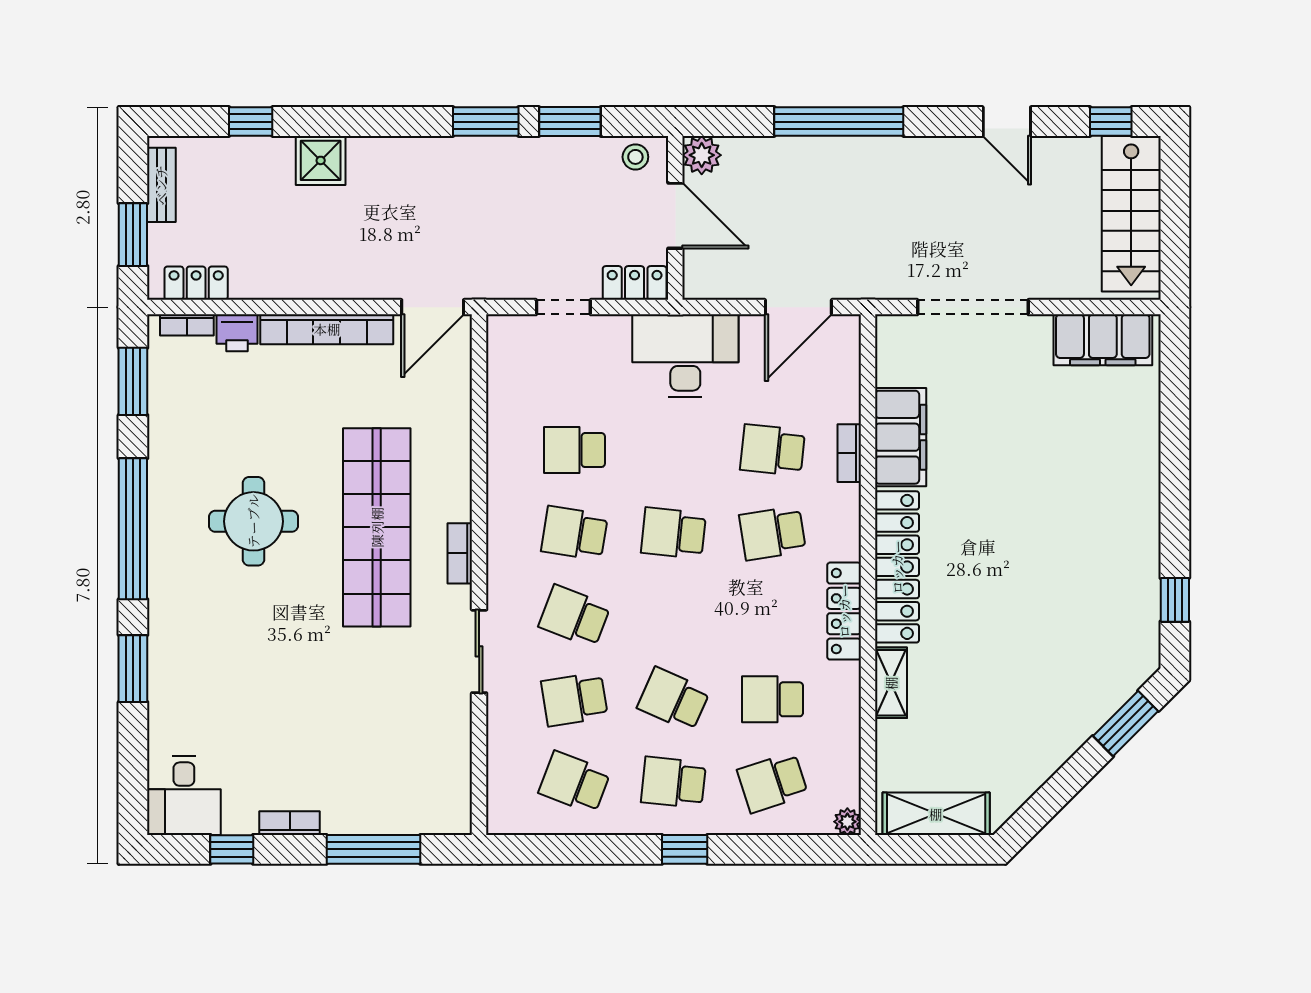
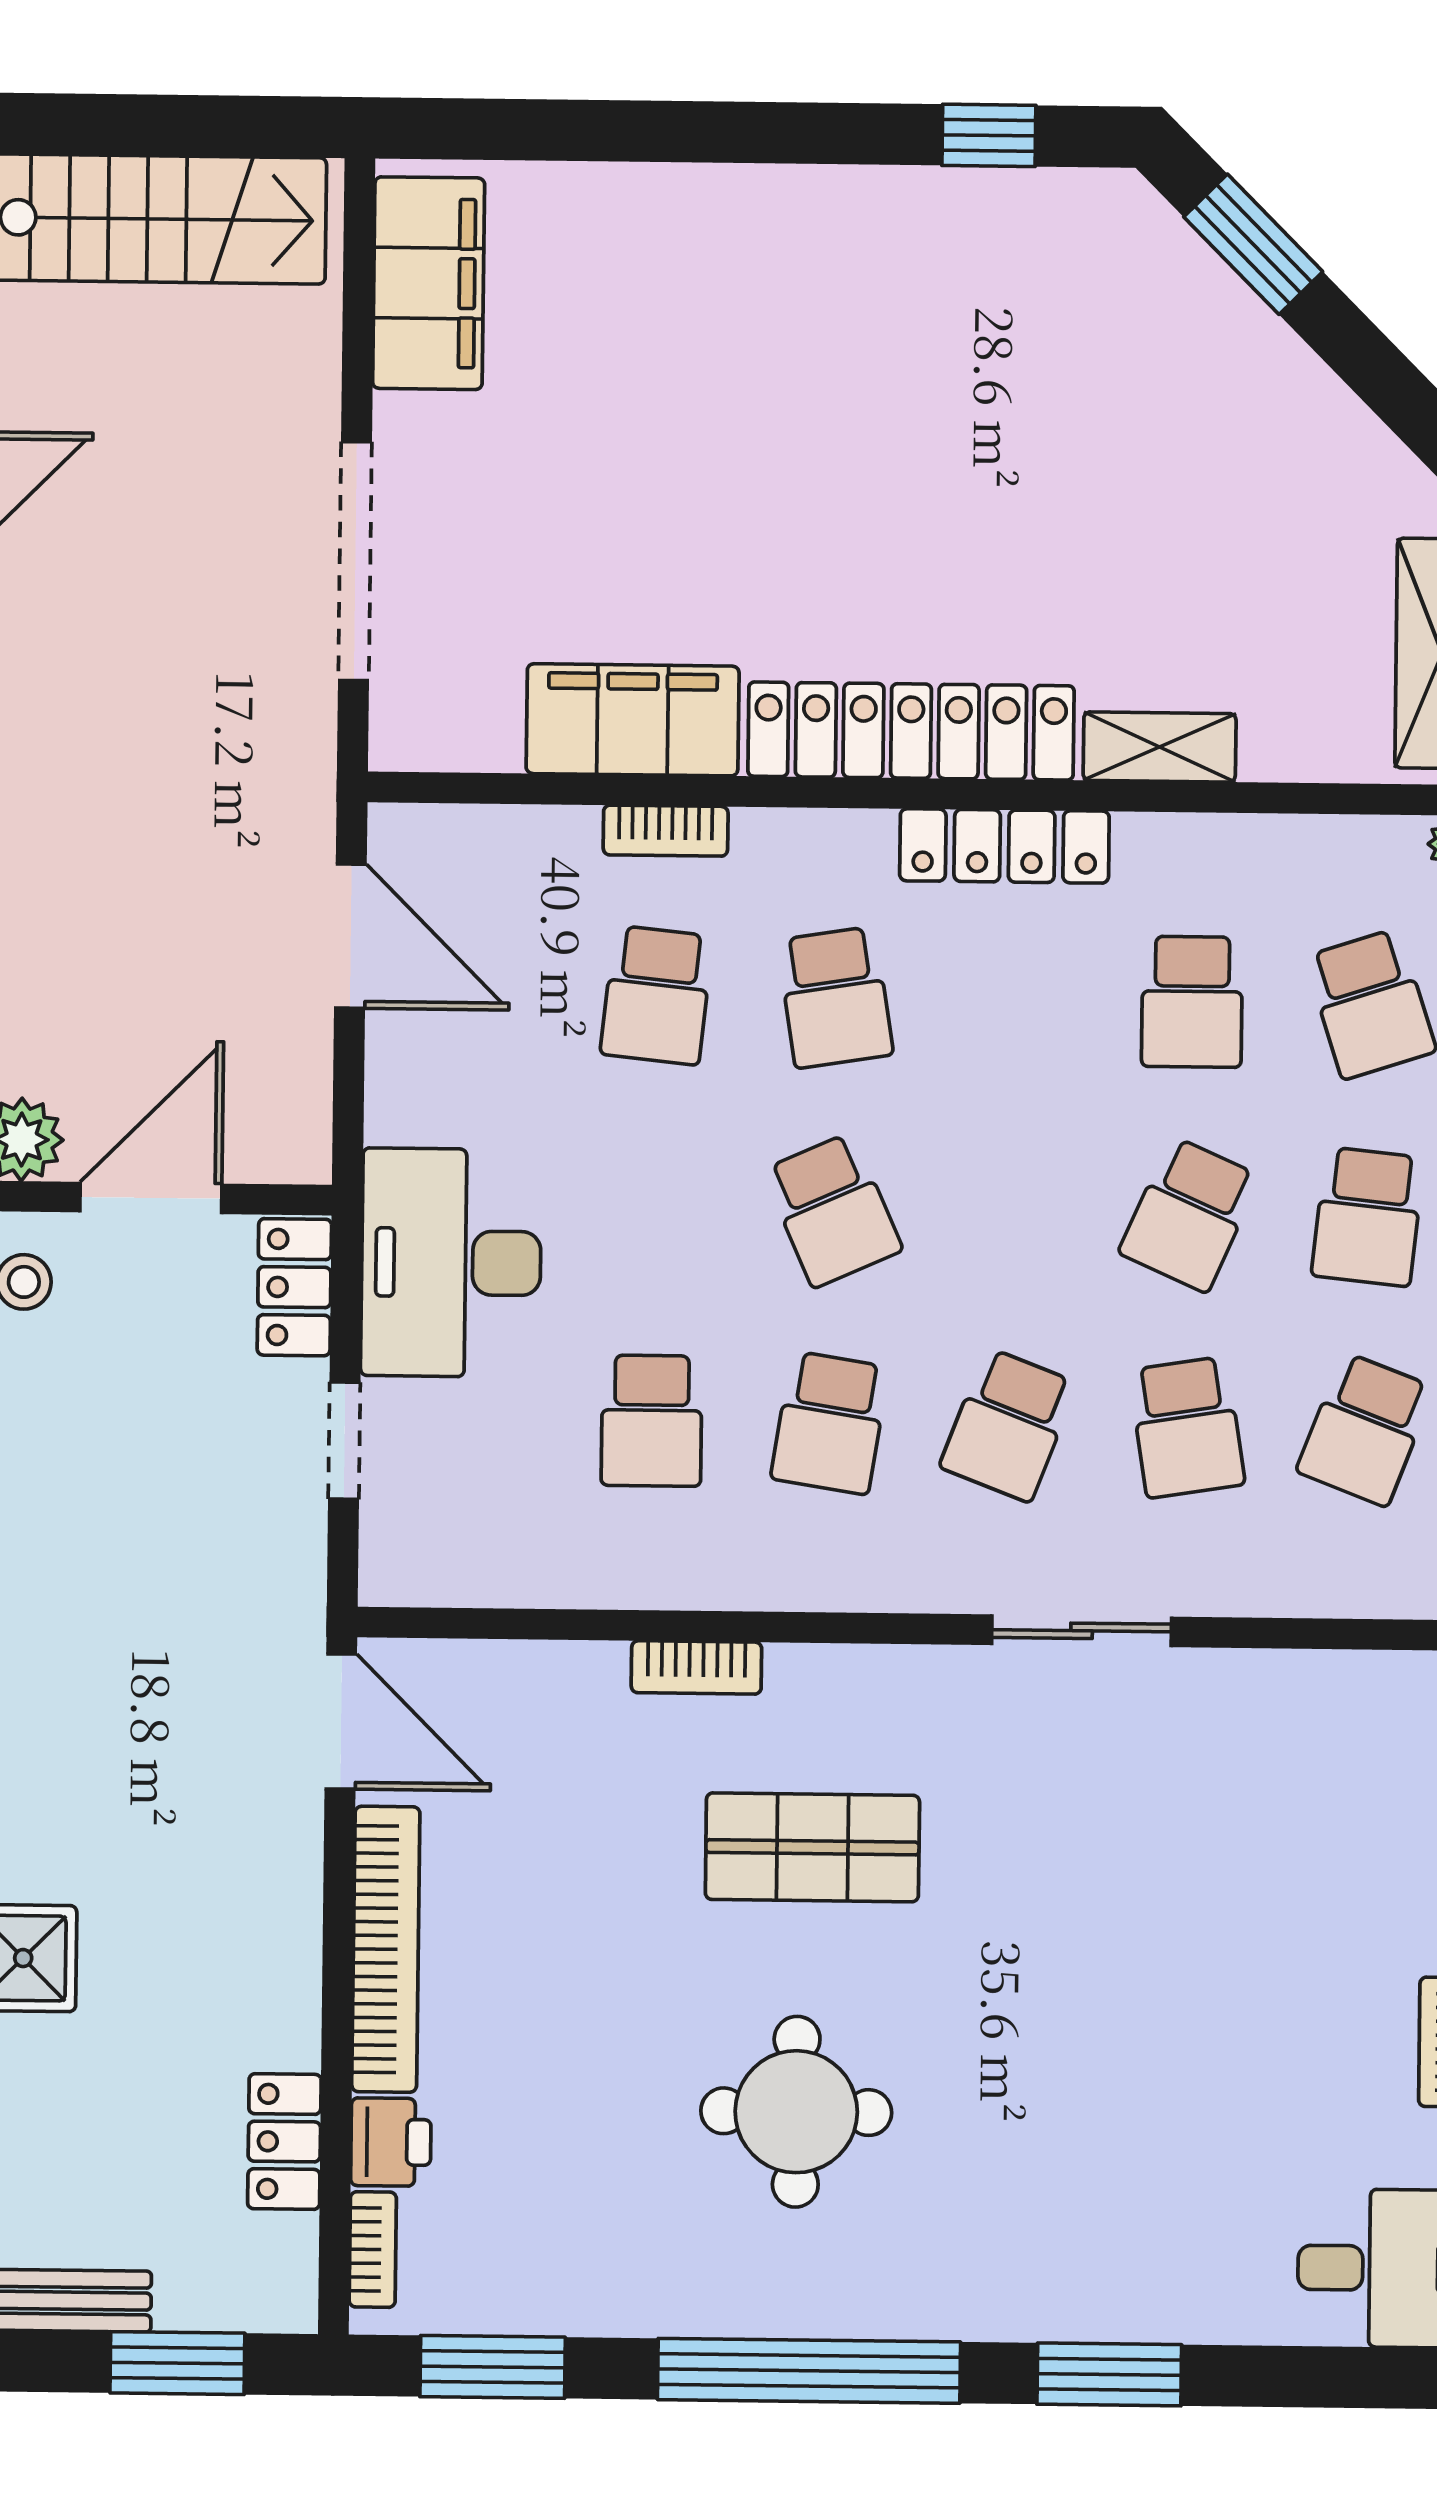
locker: (196, 283) -> (284, 2142), moved
desk: (685, 356) -> (451, 1263), moved
shop shelf: (377, 527) -> (812, 1847), width x0.50, depth x0.74
school desk: (673, 533) -> (833, 1210), turned -30
bookcase: (460, 553) -> (696, 1667), moved

